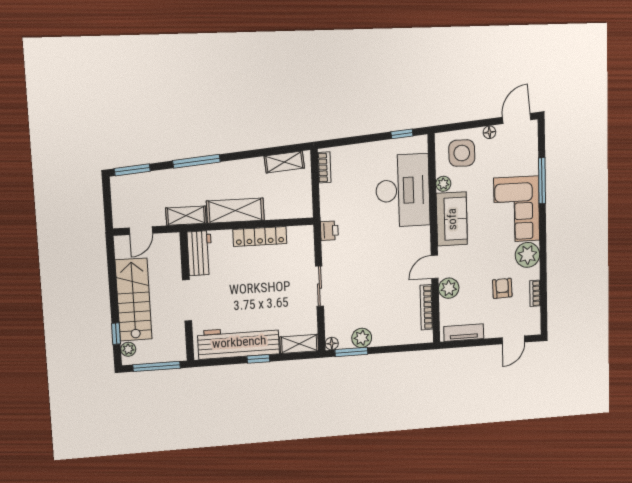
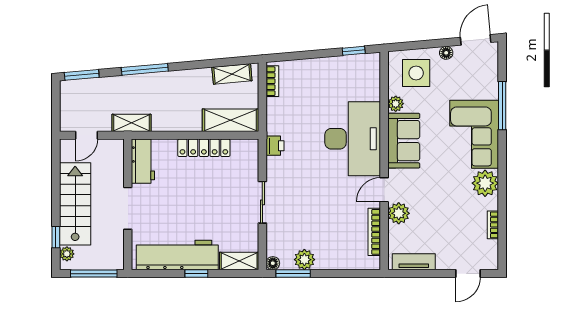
desk: (403, 190) -> (353, 139), moved
shelving: (235, 211) -> (230, 120), moved
armchair: (502, 288) -> (457, 217), removed

